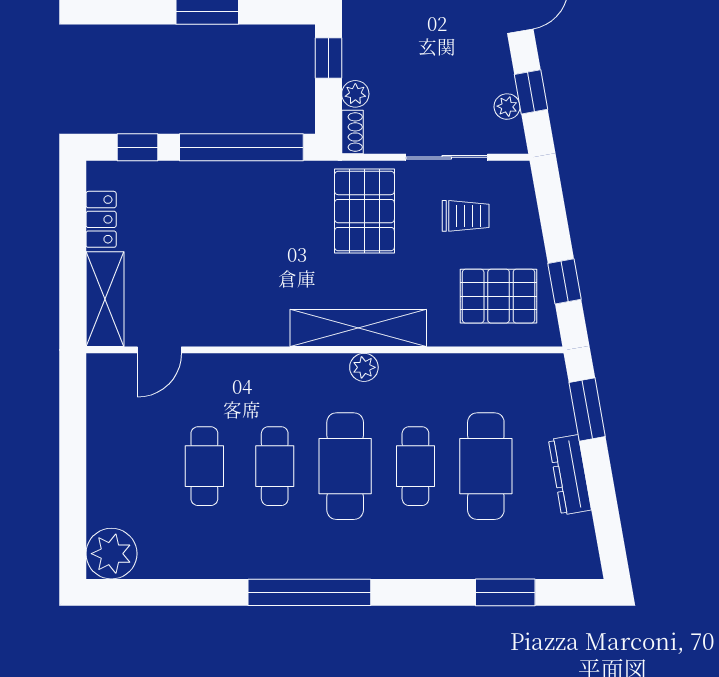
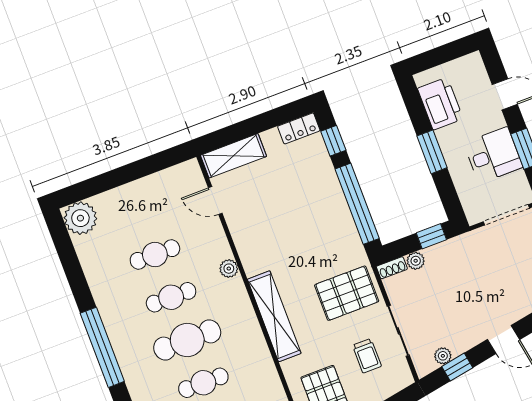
locker: (101, 219) -> (299, 128), moved
plant: (364, 367) -> (229, 269), moved

